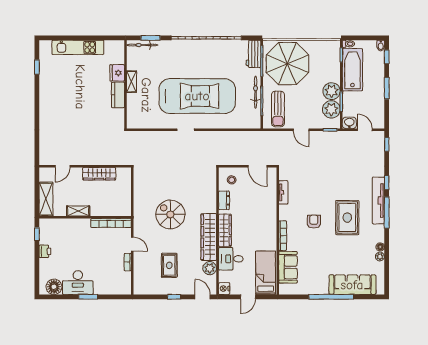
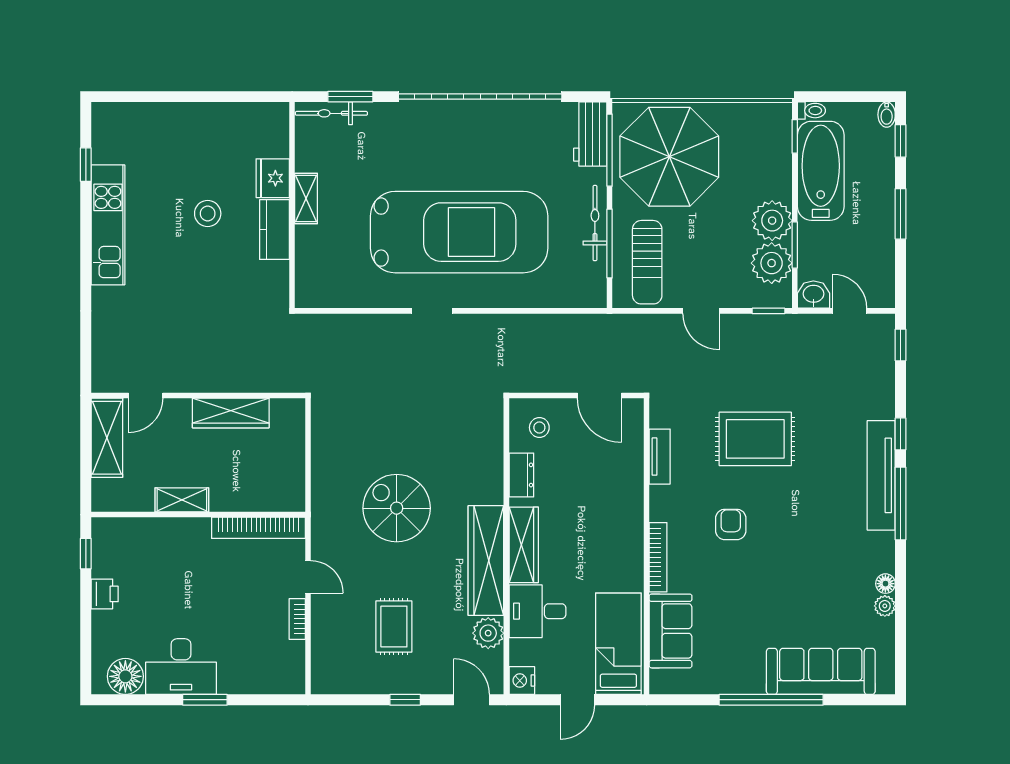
kitchen unit: (78, 47) -> (108, 225), moved, turned -90
stool: (89, 88) -> (208, 214), added
shelving: (46, 199) -> (107, 438), moved
rug: (347, 218) -> (755, 439), moved, turned 90

